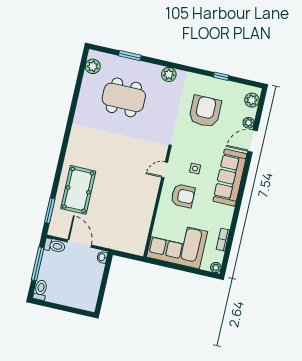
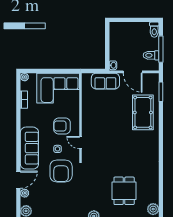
dining table: (124, 97) -> (124, 191), width x0.73
armchair: (205, 111) -> (61, 171), moved
door: (165, 170) -> (80, 143), swing flipped
sofa: (116, 240) -> (105, 81), added
toilet: (55, 246) -> (151, 55), moved

